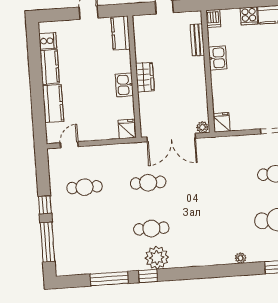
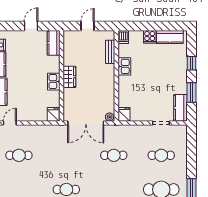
cafe table: (148, 183) -> (114, 155), moved

